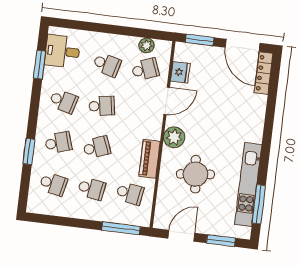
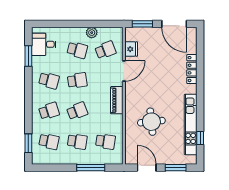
plant: (146, 45) -> (92, 33), moved
locker: (264, 73) -> (192, 69), moved
plant: (174, 137) -> (133, 97), removed
window: (29, 151) -> (28, 143), moved
piano: (150, 159) -> (117, 100), moved
window: (259, 204) -> (200, 138), width x0.46
window: (121, 228) -> (91, 168), moved
door: (181, 236) -> (147, 168), hinge flipped

